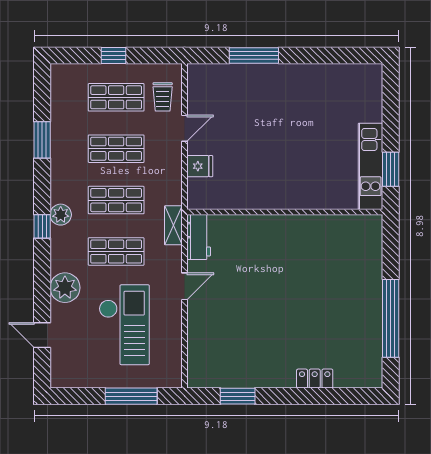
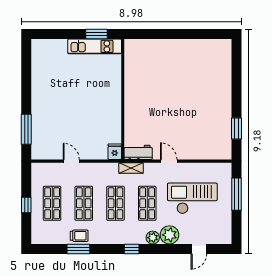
window: (254, 55) -> (26, 129), moved
trolley: (163, 97) -> (79, 236), moved
fridge: (200, 166) -> (115, 152), moved
plant: (61, 215) -> (153, 238), moved
window: (391, 318) -> (188, 34), removed
locker: (315, 379) -> (226, 81), removed

